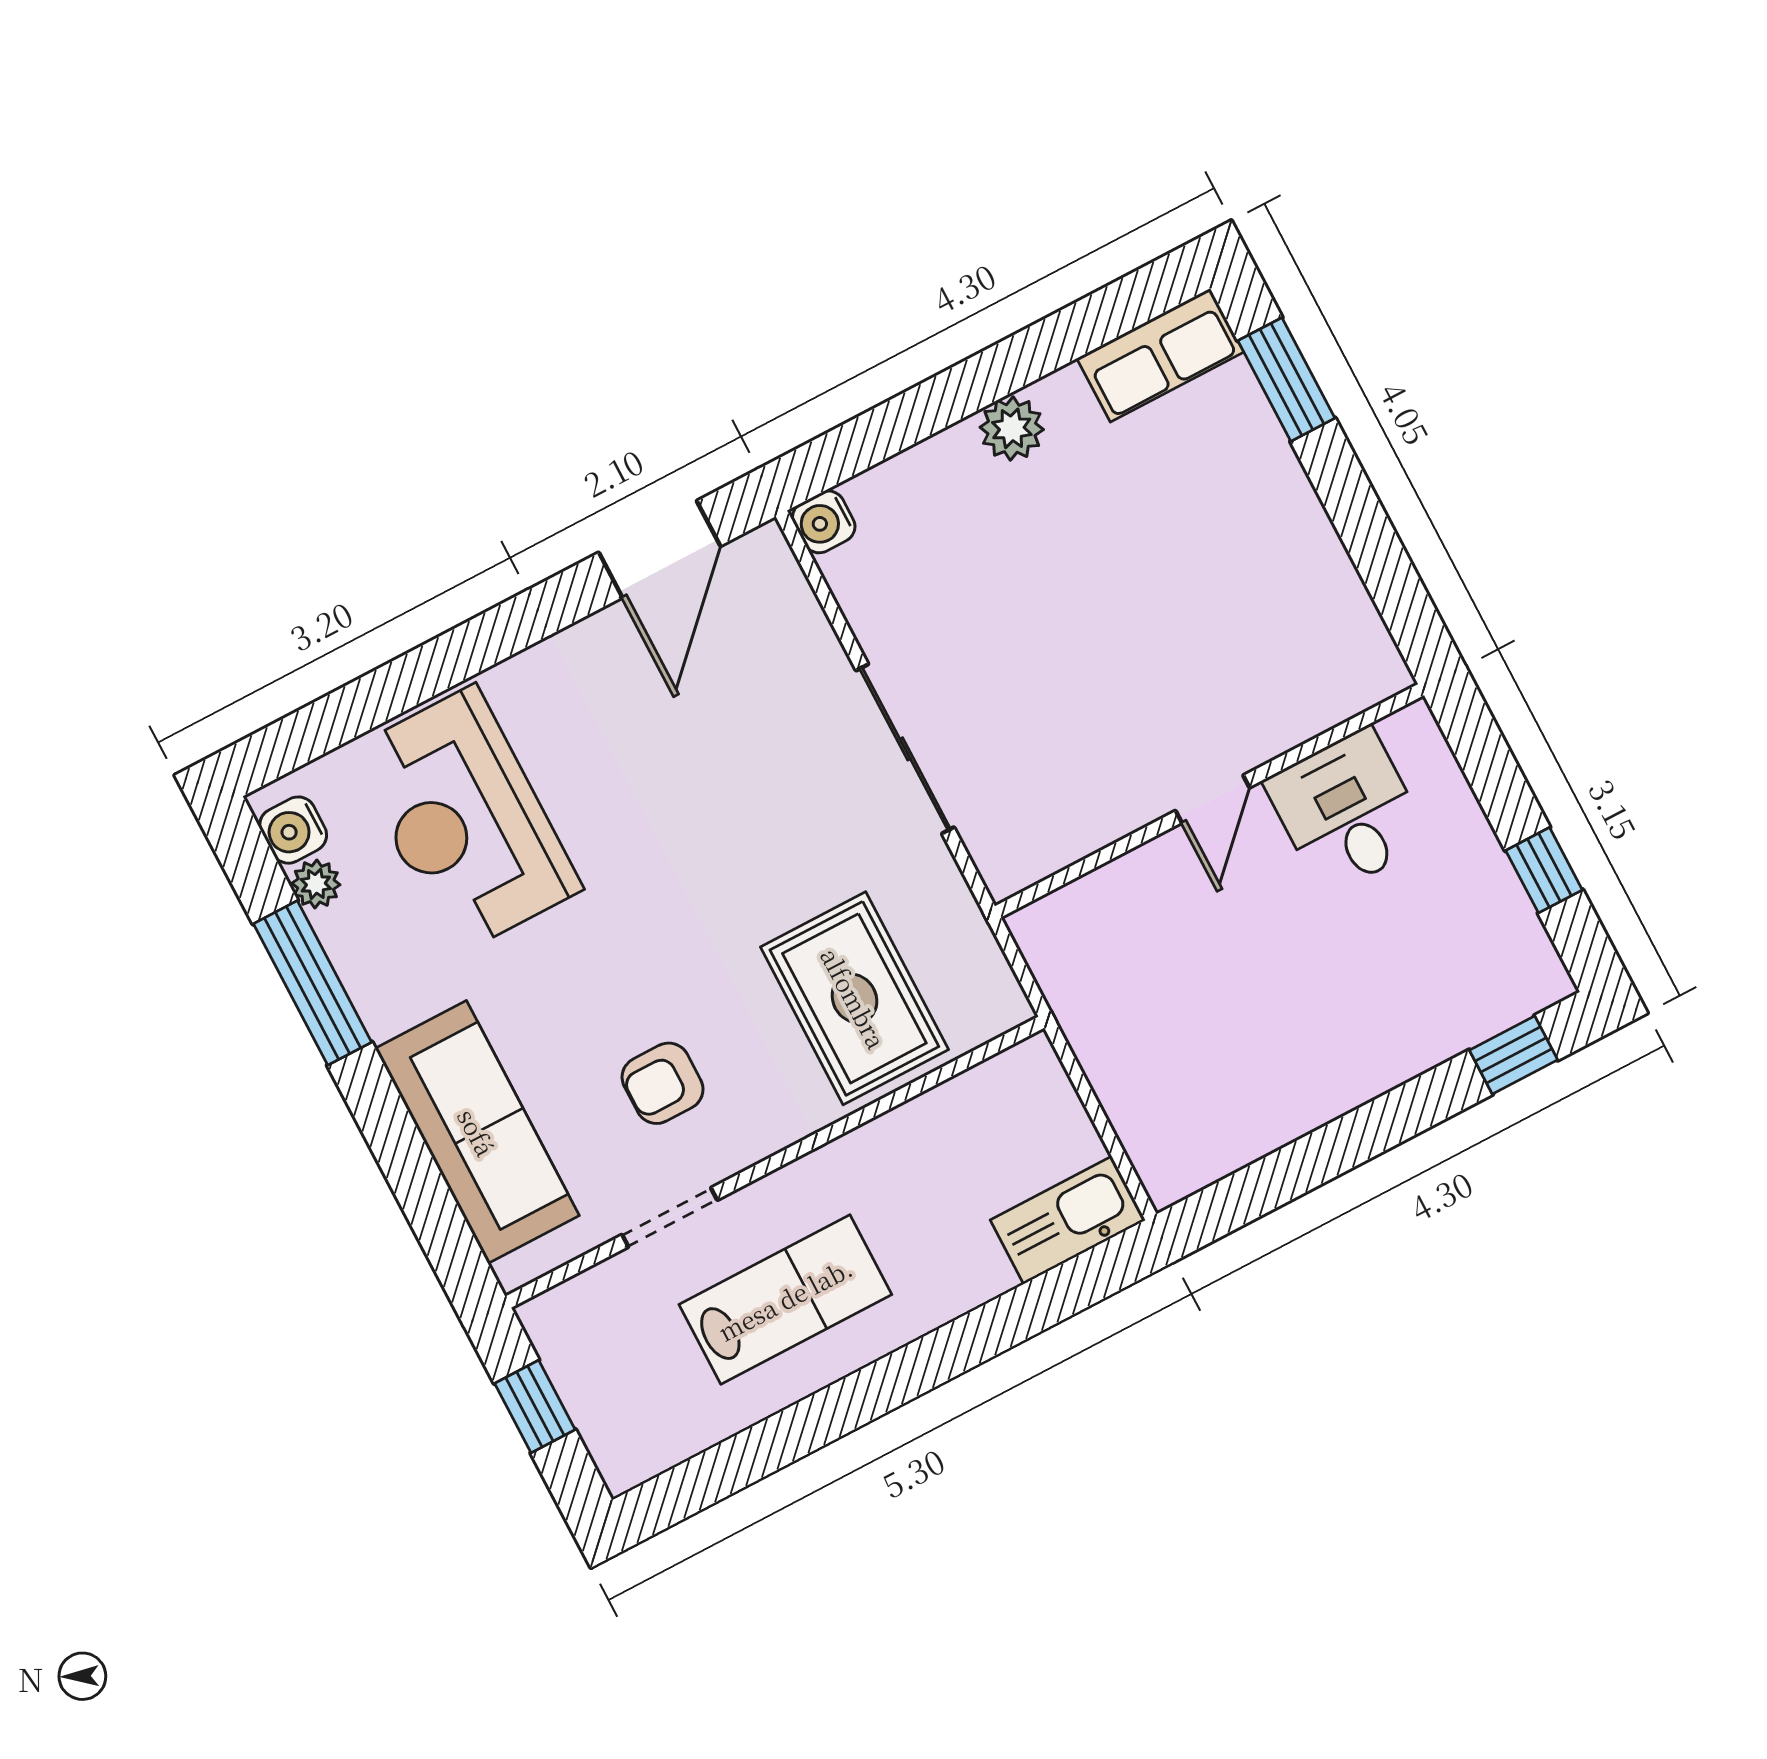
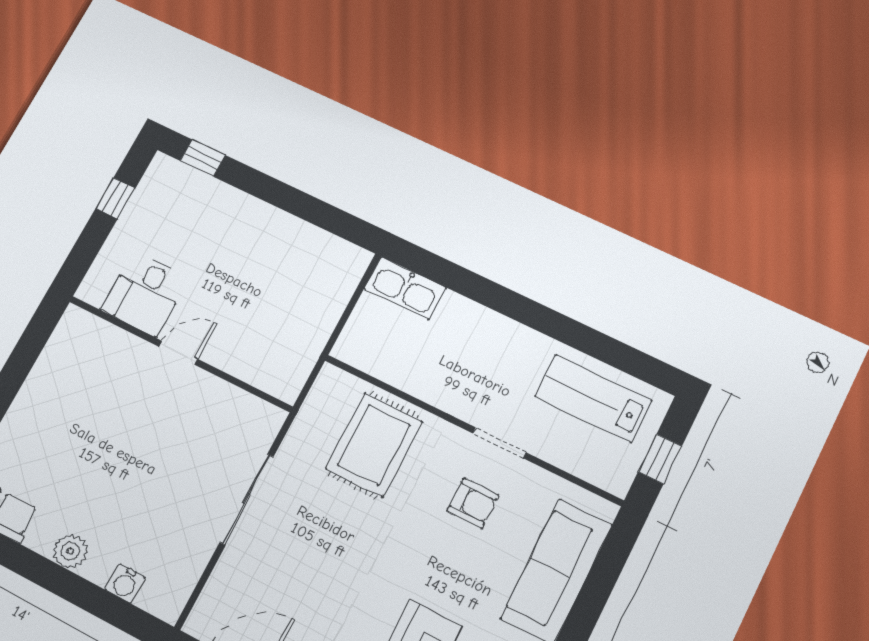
water cooler: (824, 522) -> (125, 583), moved, turned 90
doorway: (670, 1217) -> (499, 443), moved
lab bench: (785, 1299) -> (593, 398), moved

